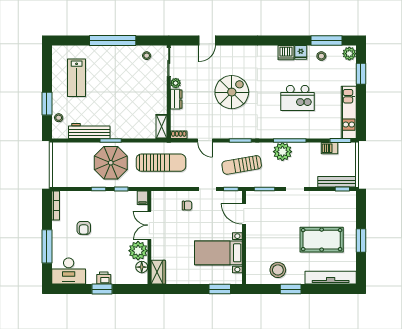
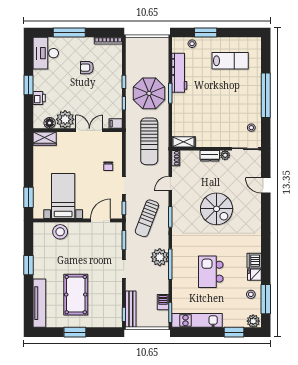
lab bench: (77, 78) -> (230, 61), turned 180
sun lounger: (242, 165) -> (147, 218), turned -149
stool: (278, 270) -> (60, 232), moved
printer: (104, 278) -> (39, 98), moved

